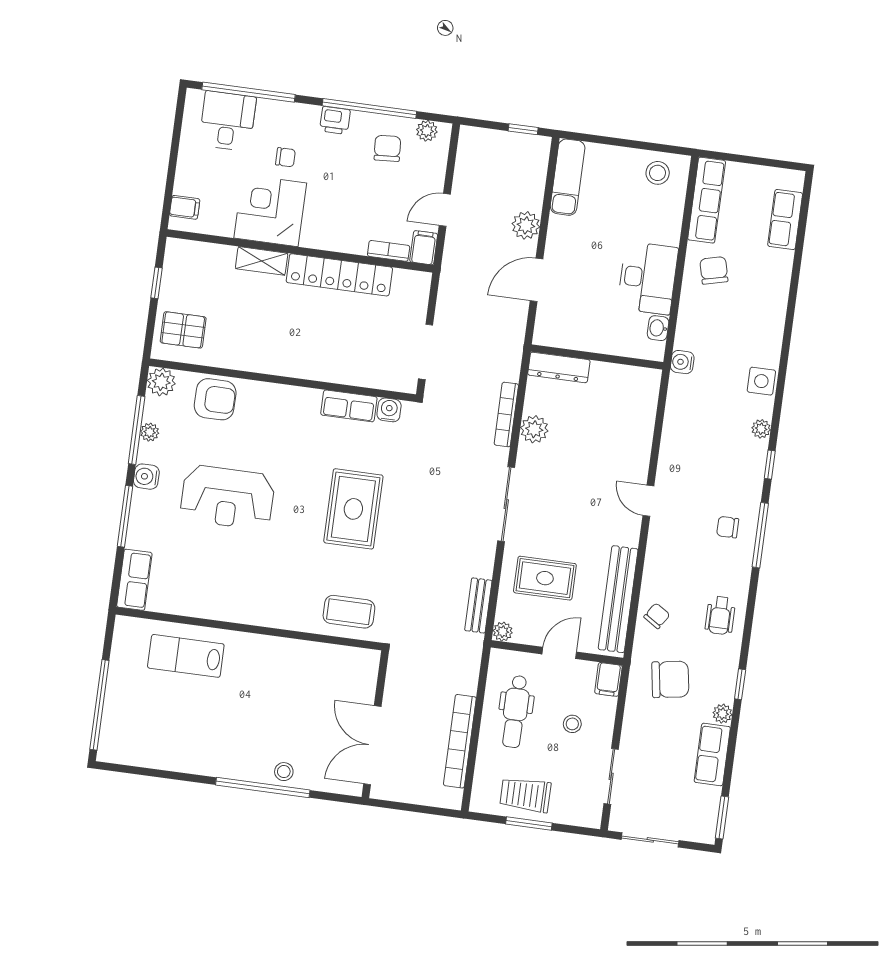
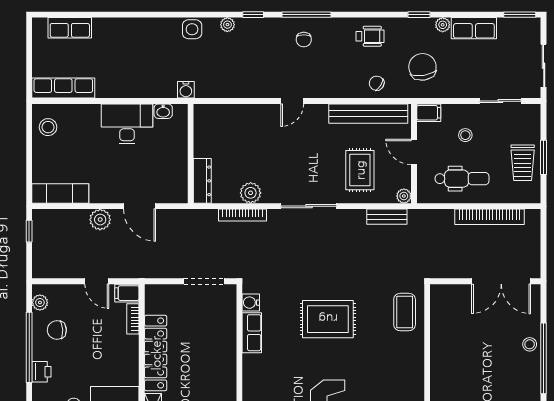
chair: (714, 270) -> (115, 76), removed

